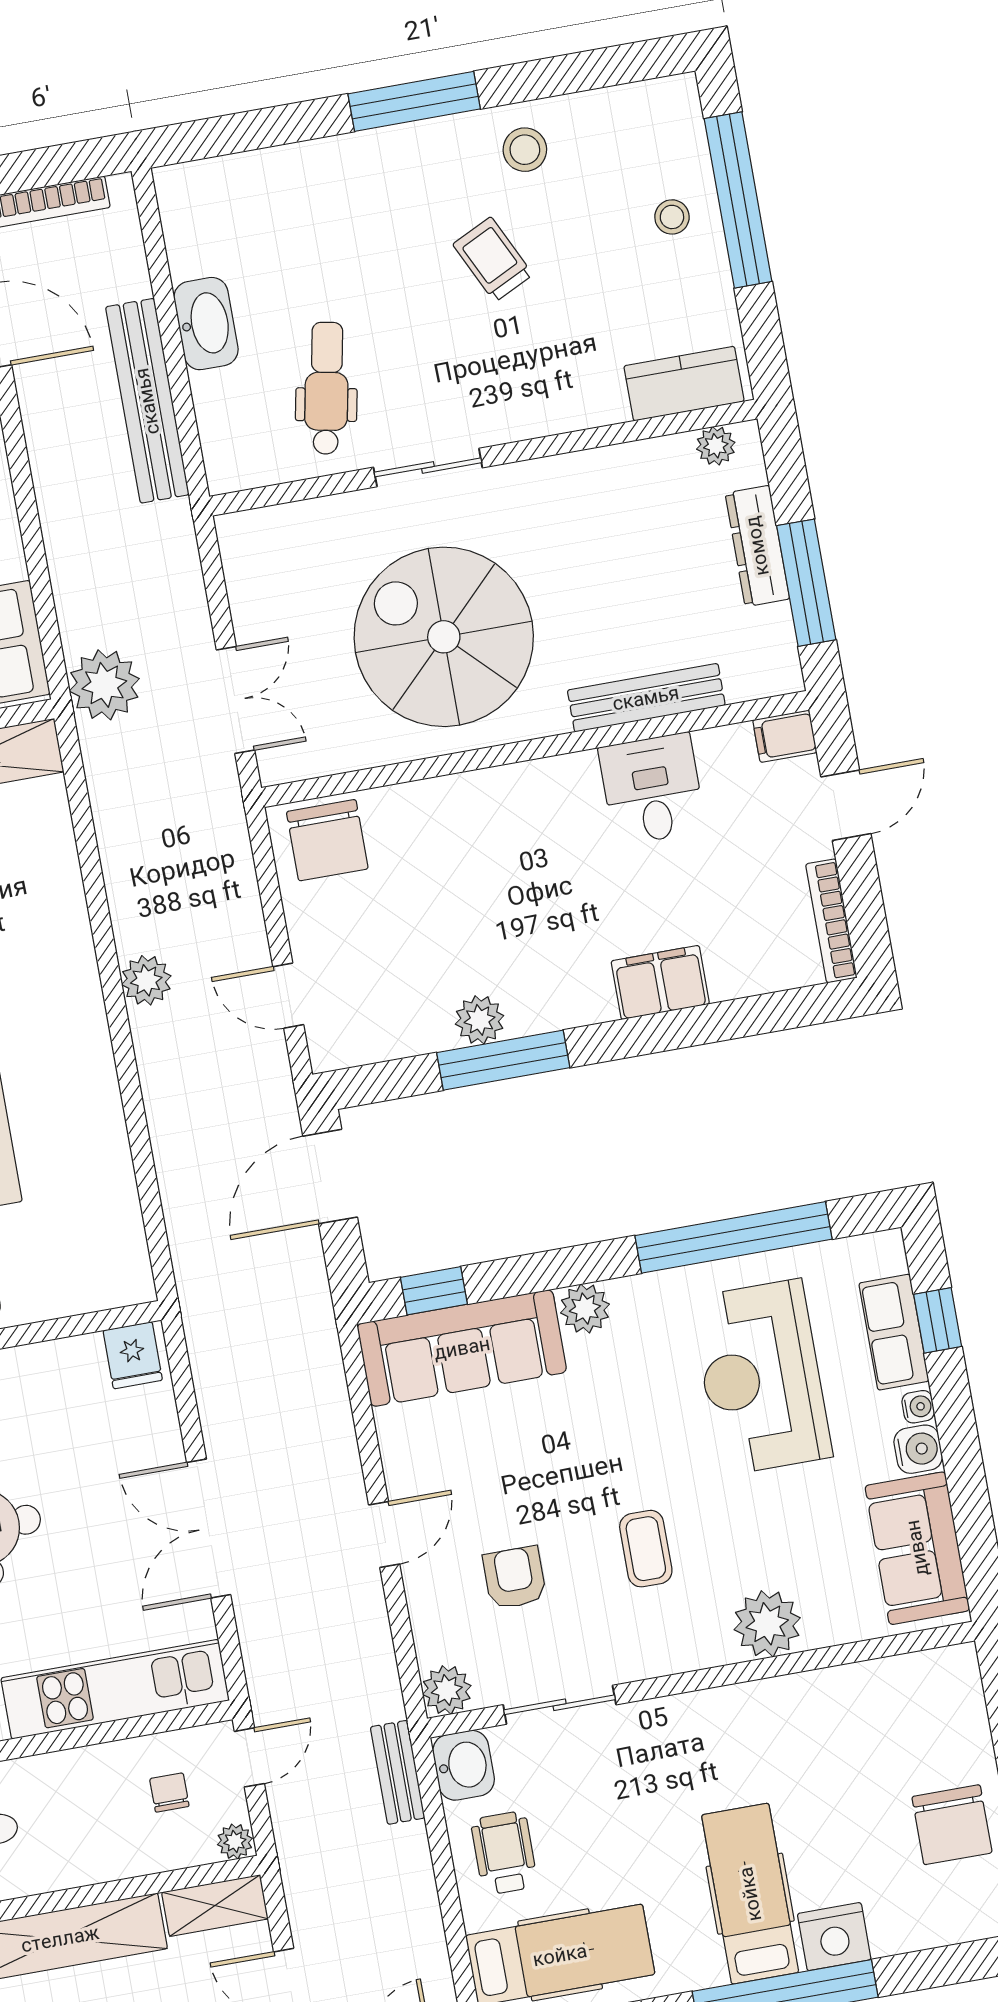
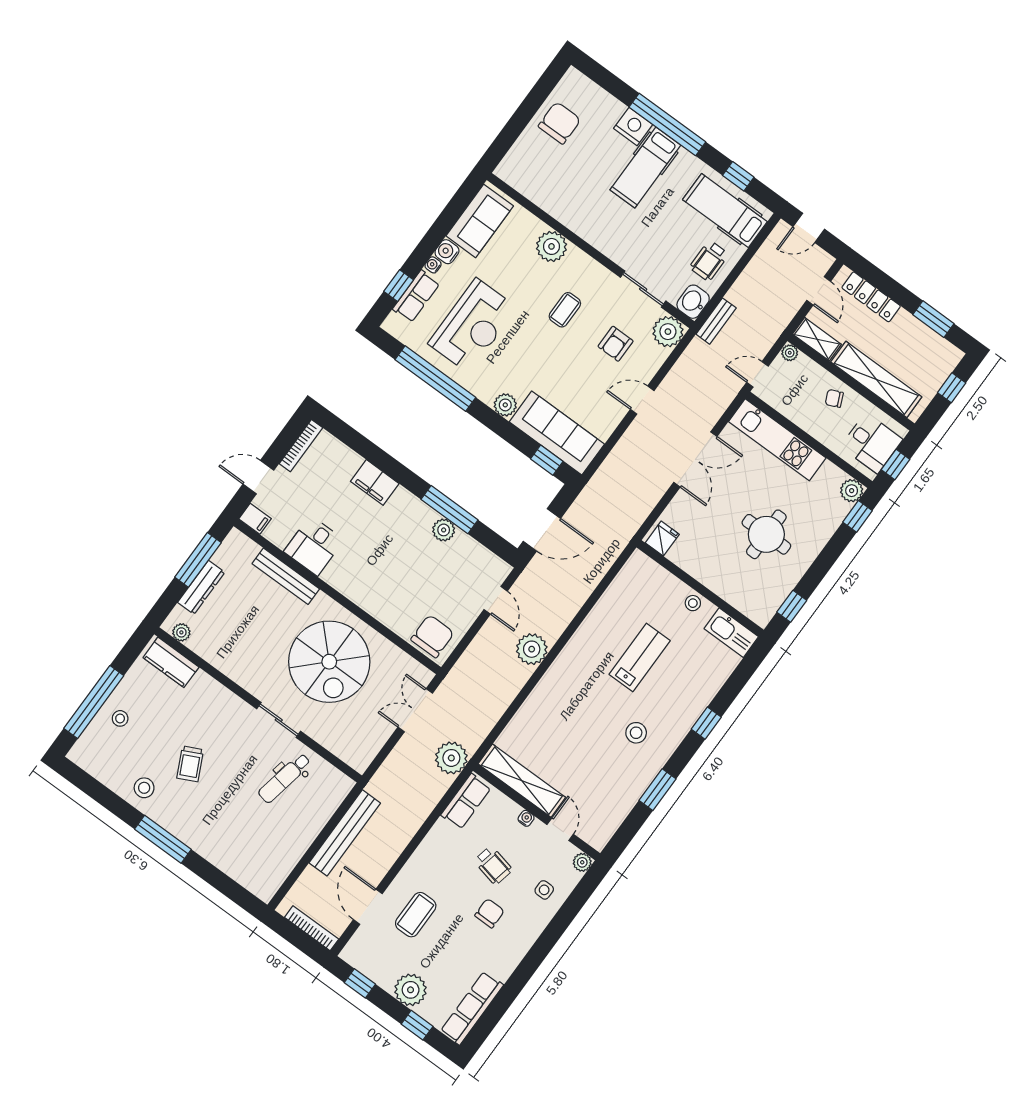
washbasin: (206, 324) -> (301, 838), removed
plant: (146, 980) -> (532, 649), width x1.36, depth x1.36
plant: (447, 1690) -> (668, 332), width x1.36, depth x1.36
chair: (169, 1792) -> (834, 398), moved, turned 66

